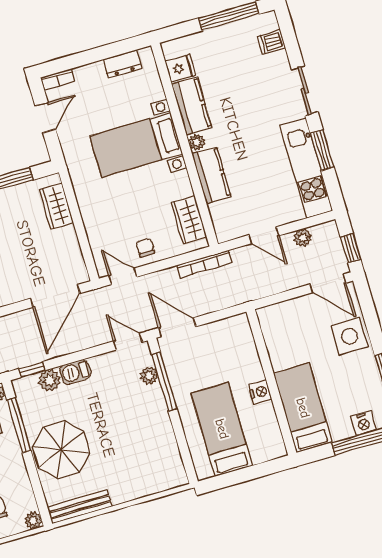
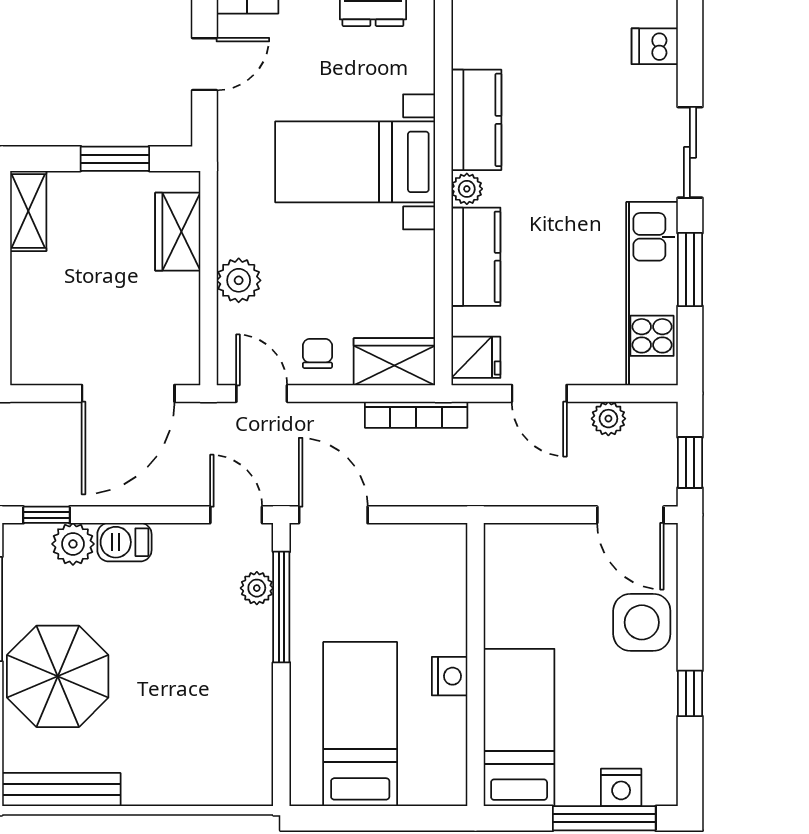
fridge: (180, 68) -> (476, 357), moved
wardrobe: (189, 220) -> (394, 362), moved, turned 90
plant: (95, 222) -> (239, 280), added

